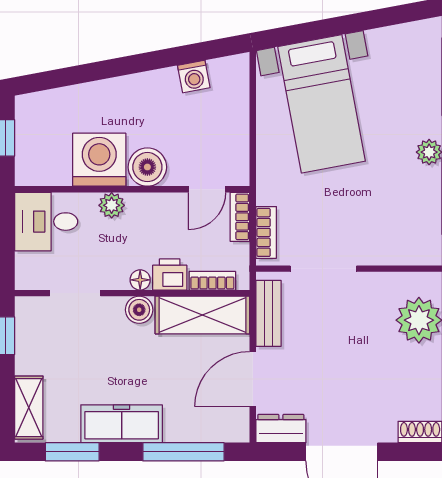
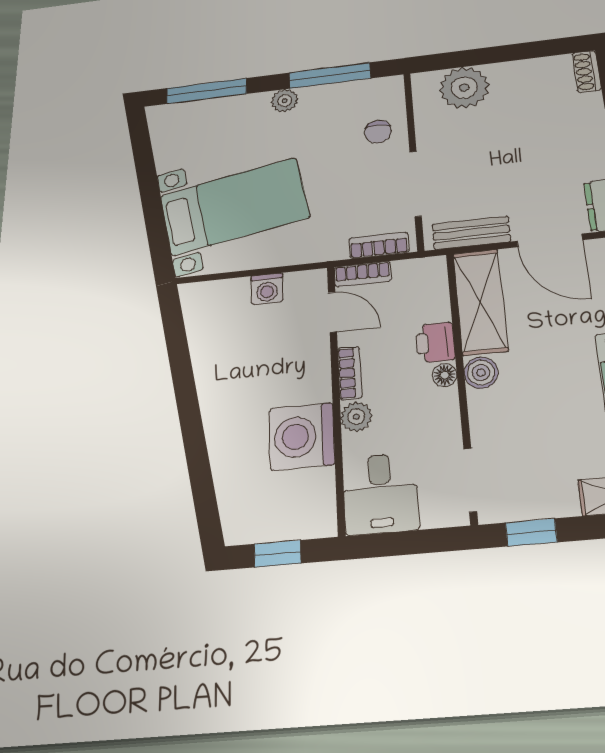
washing machine: (194, 76) -> (267, 289), moved, turned 101
boiler: (147, 167) -> (309, 380), removed
chair: (382, 238) -> (378, 132), added
bookcase: (212, 281) -> (350, 373), moved, turned 180
doorway: (75, 293) -> (470, 480), moved

